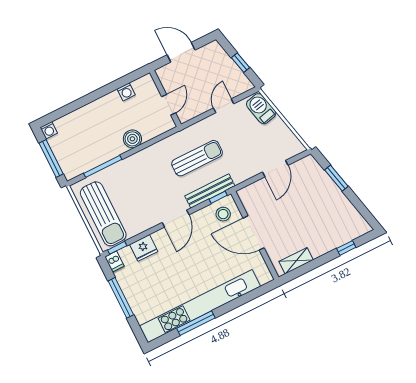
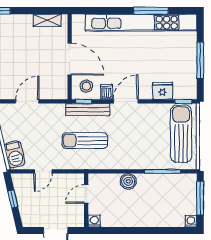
washing machine: (126, 92) -> (94, 221), moved
dishwasher: (114, 261) -> (106, 92), moved

